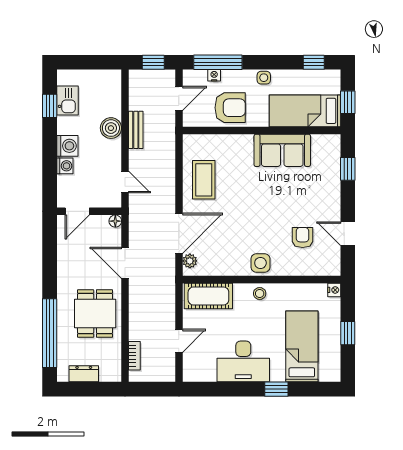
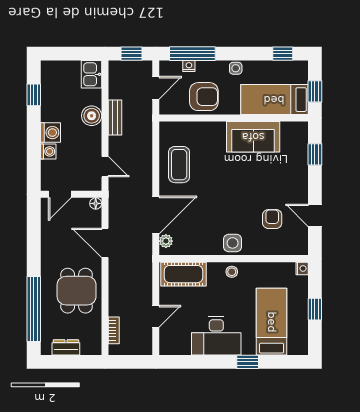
kitchen sink: (67, 100) -> (91, 74), moved, turned 180

